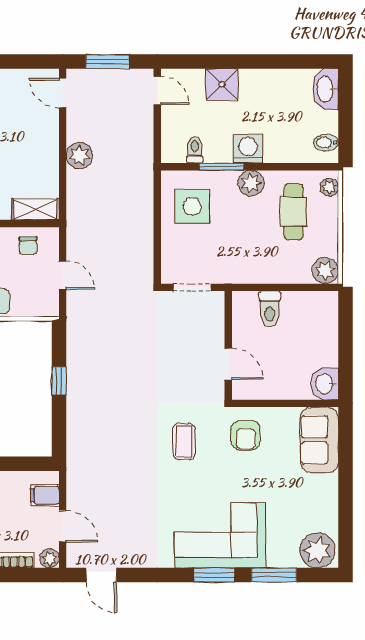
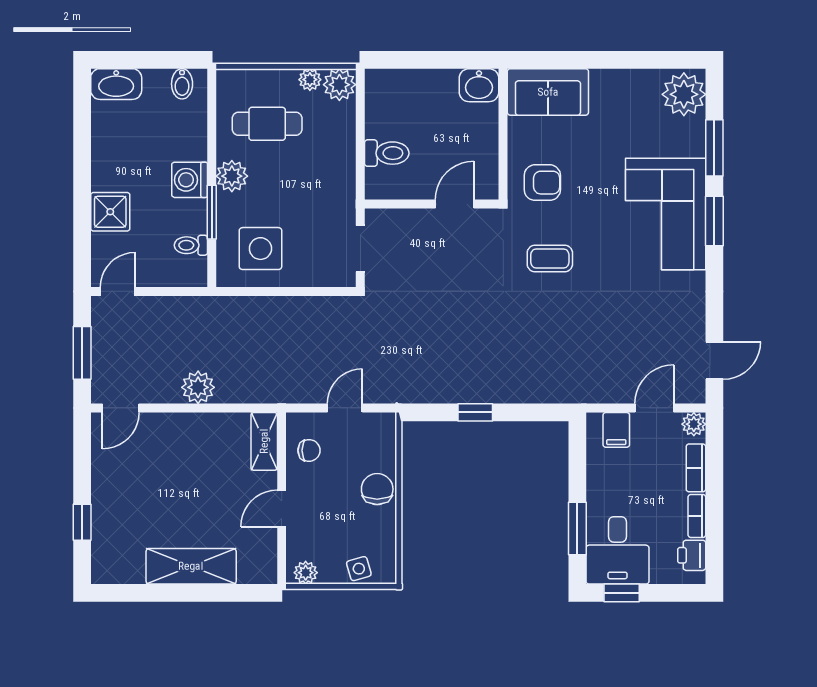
plant: (329, 187) -> (310, 80), moved

